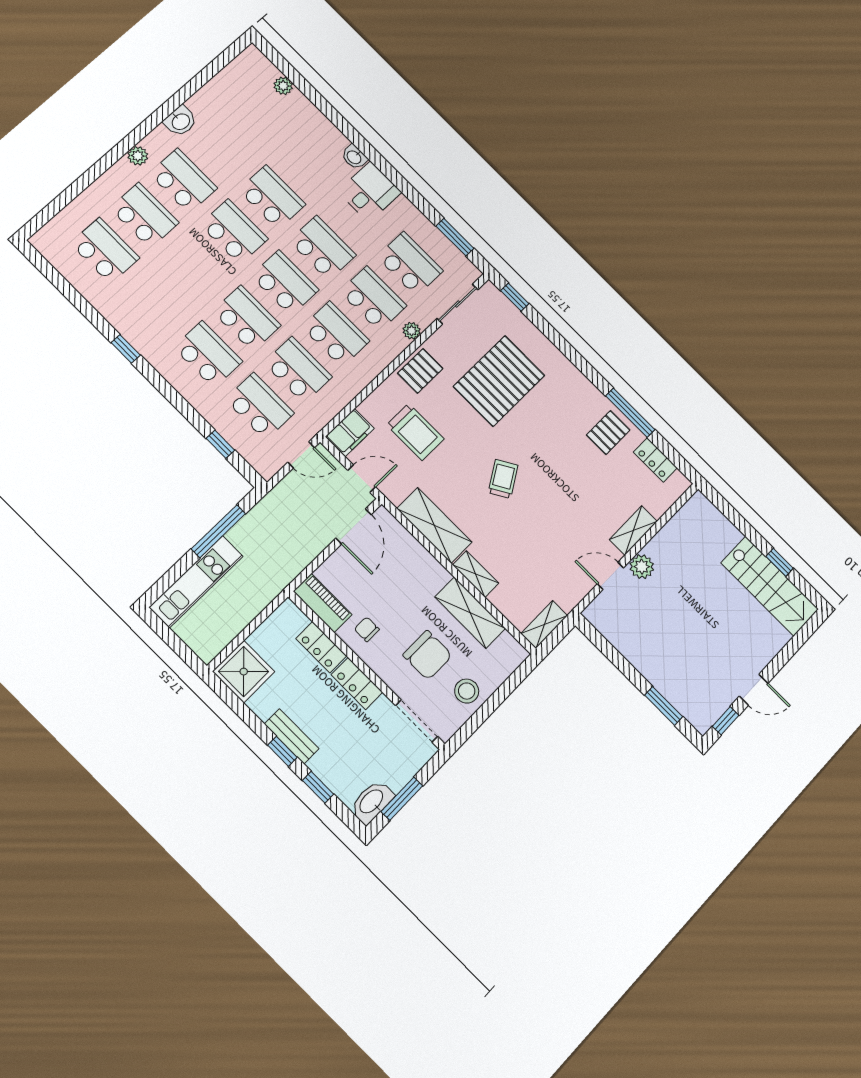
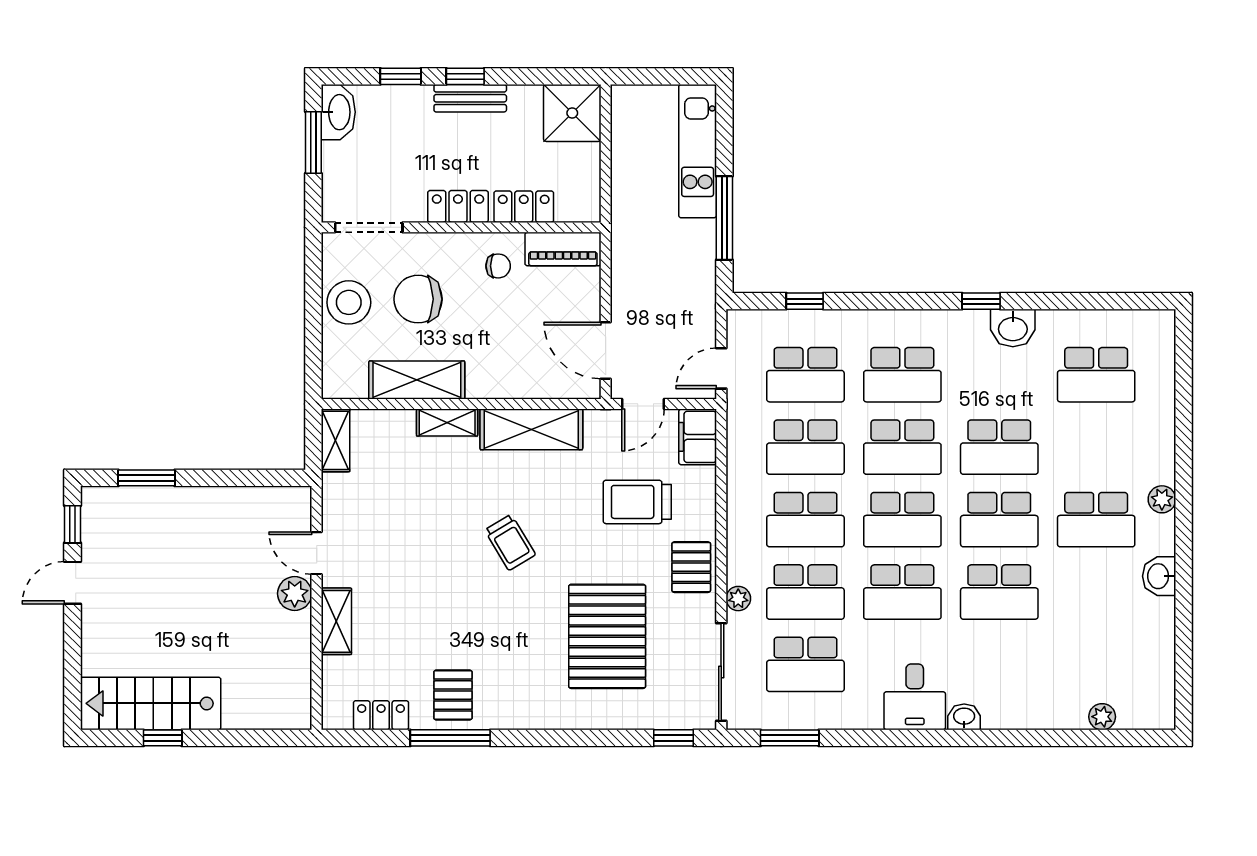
school desk: (144, 215) -> (999, 447), moved
sliding door: (457, 304) -> (721, 672), width x1.37
washbasin: (124, 318) -> (1013, 328), added
door: (610, 576) -> (317, 553), swing flipped
stool: (467, 691) -> (349, 302), width x1.38, depth x1.38

